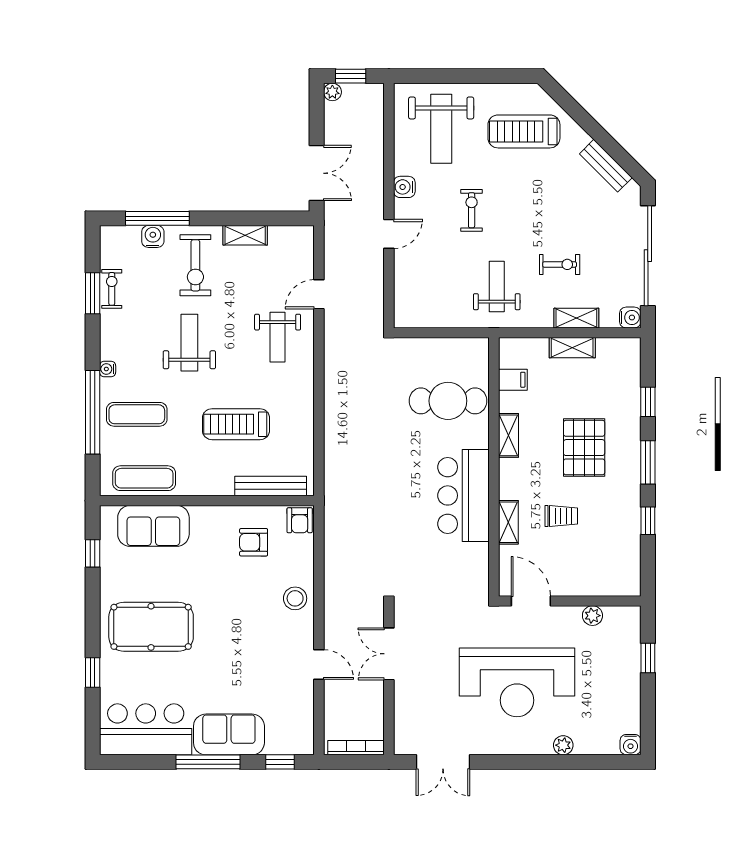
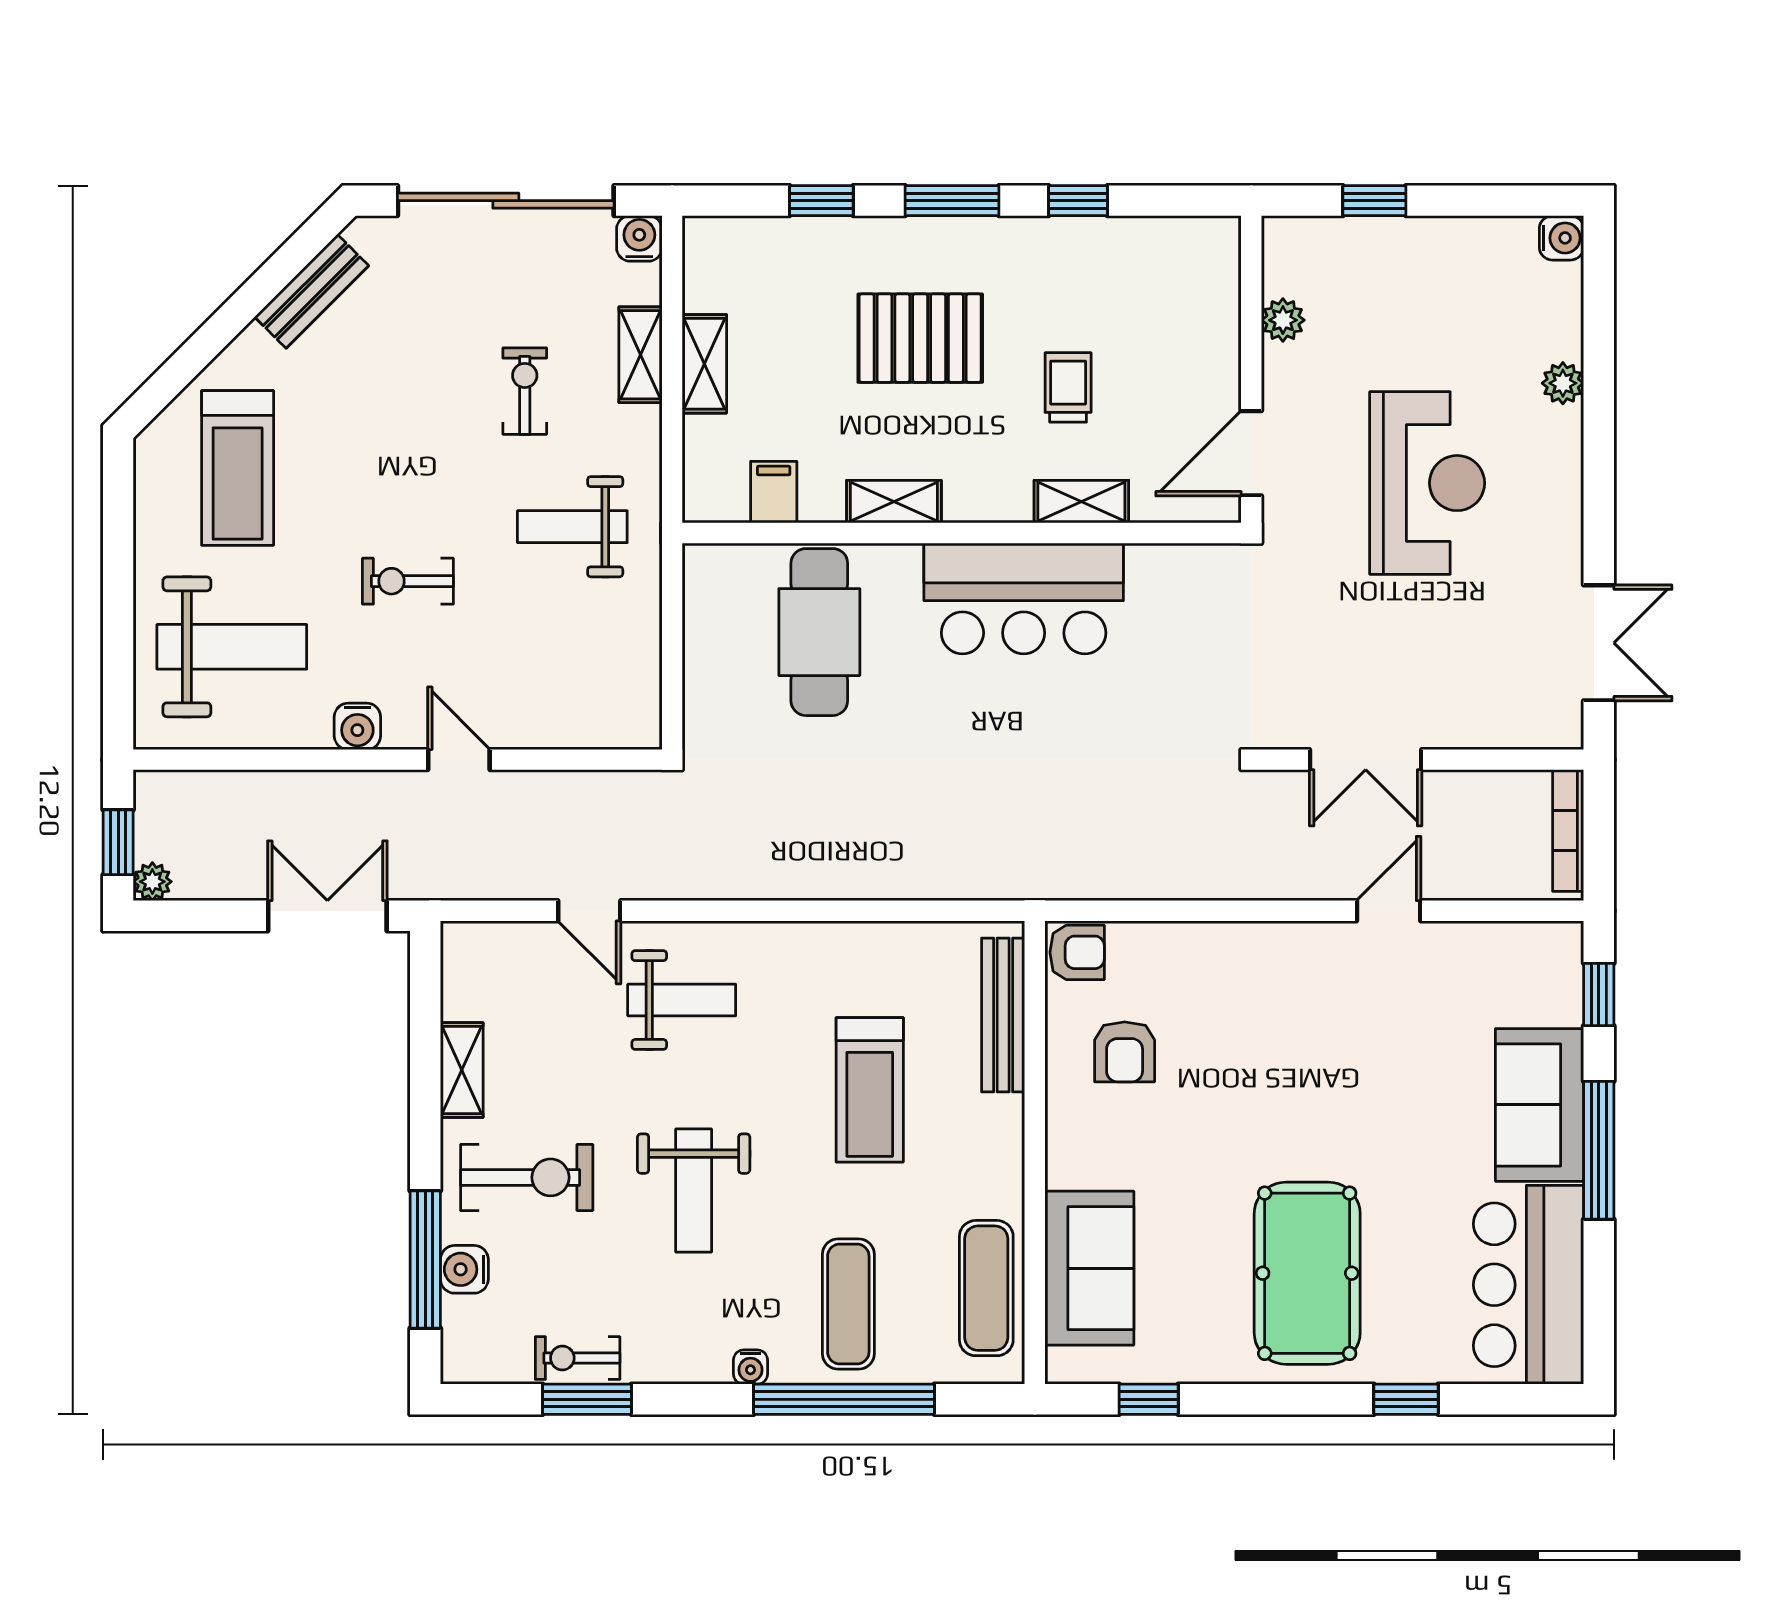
weight bench: (189, 343) -> (694, 1190), turned -90
stool: (295, 598) -> (1246, 962), removed
reception desk: (517, 682) -> (1427, 483), width x0.74, depth x0.77

